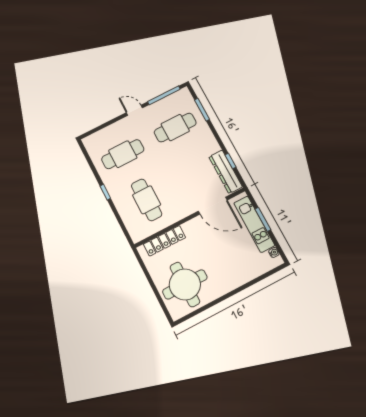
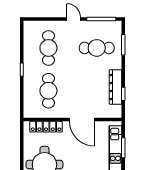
cafe table: (123, 154) -> (48, 48), turned 90
dresser: (226, 172) -> (116, 87), moved
door: (213, 206) -> (82, 120), moved

